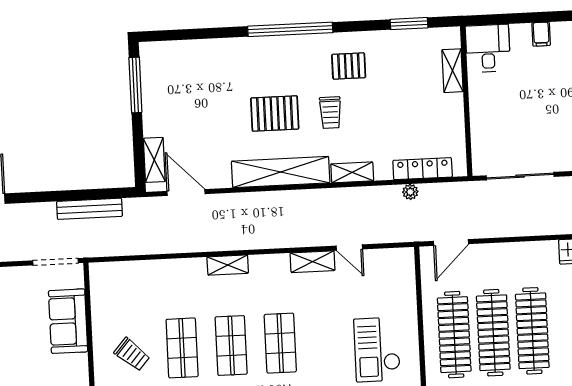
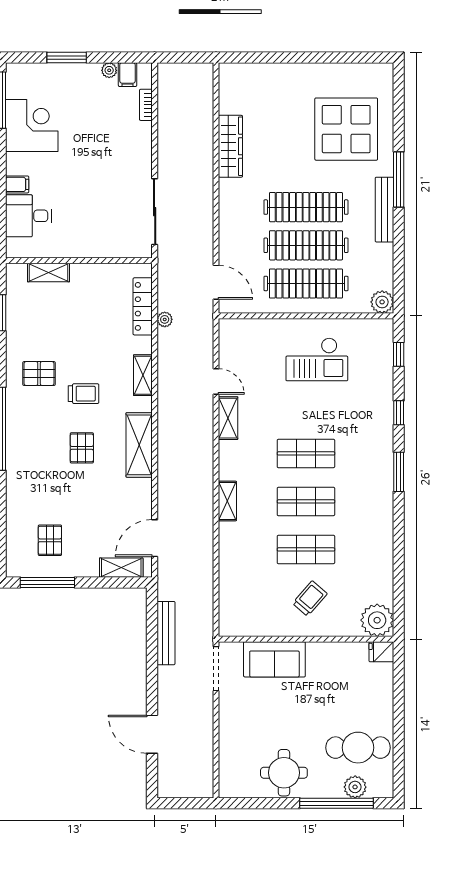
desk: (488, 48) -> (28, 216), moved
pallet: (349, 66) -> (39, 374), turned 90
pallet: (179, 85) -> (50, 540), added
pallet: (275, 113) -> (82, 448), width x0.67, depth x0.71
shelving: (281, 172) -> (139, 445), width x0.68
door: (349, 247) -> (216, 381), hinge flipped

